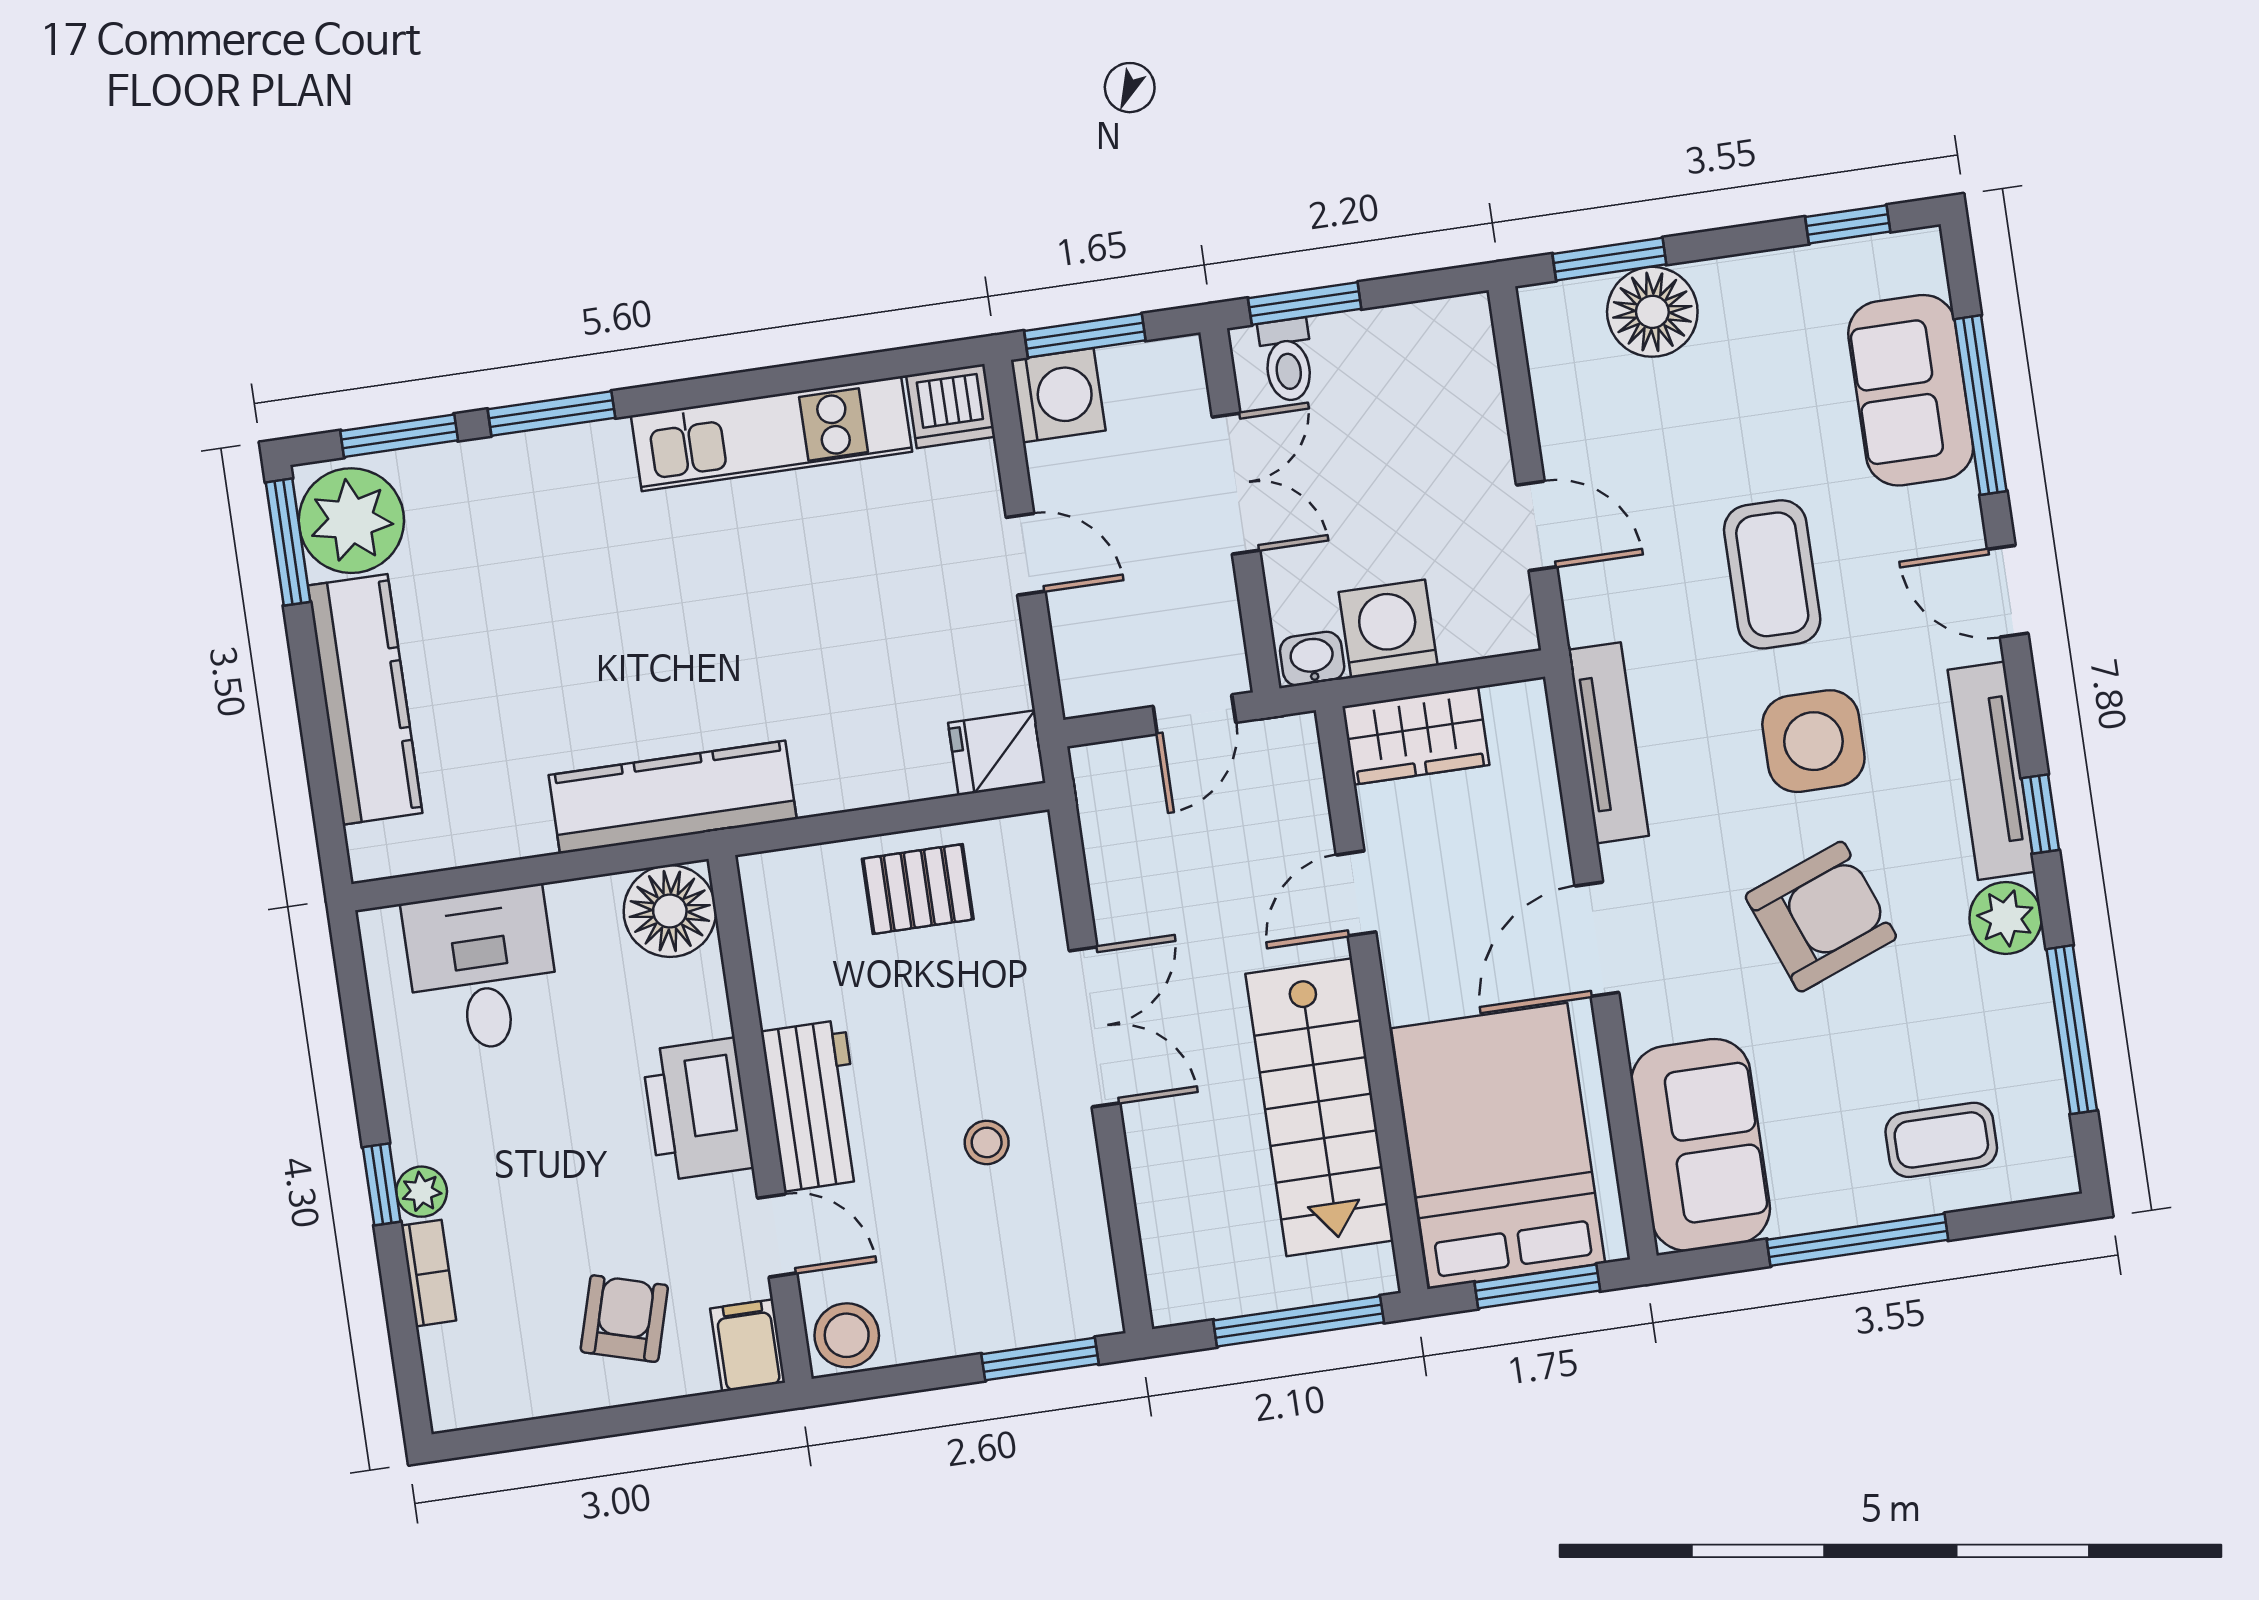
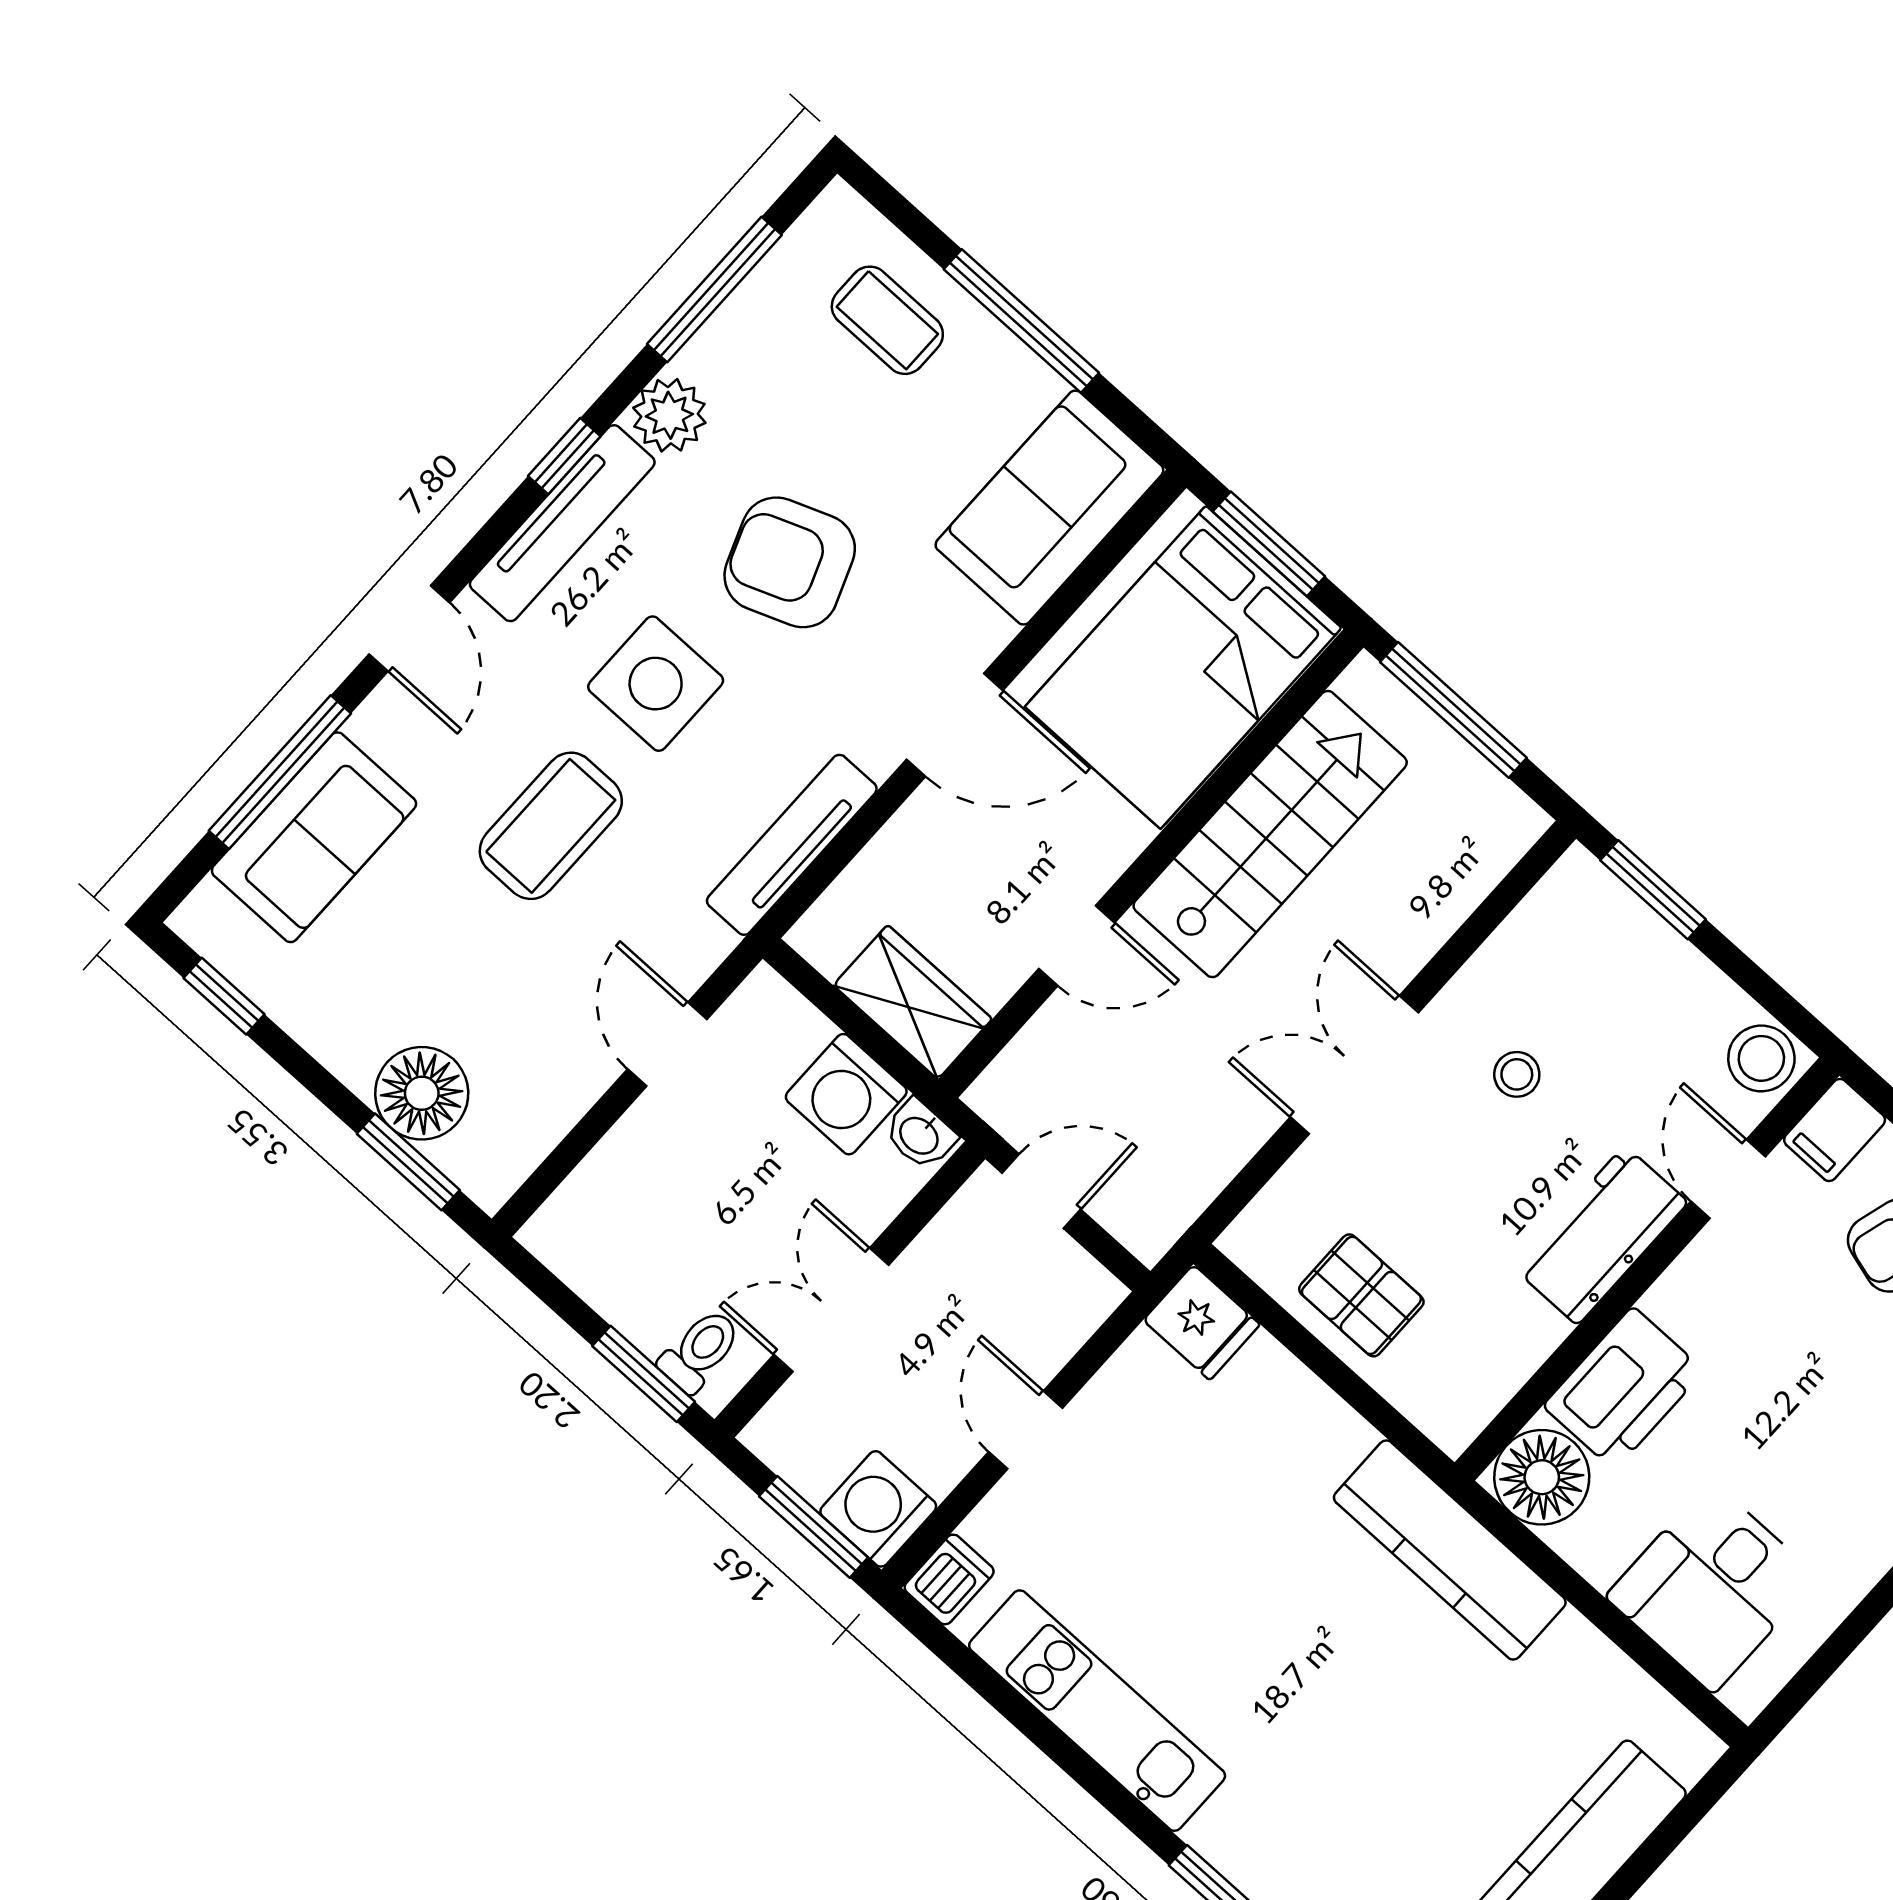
dishwasher: (951, 406) -> (949, 1579), width x0.73
printer: (697, 1109) -> (1624, 1388), moved

